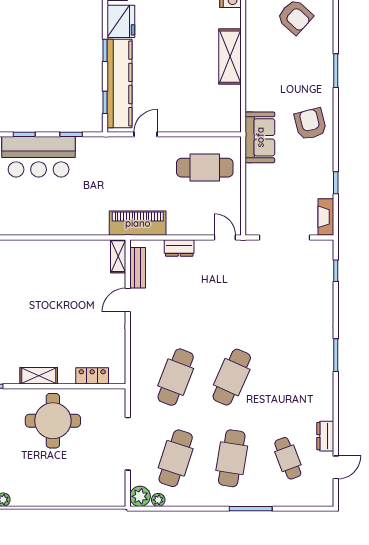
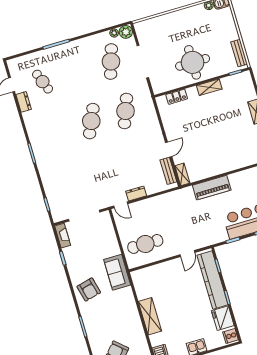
piano: (138, 223) -> (212, 188), moved
dresser: (179, 248) -> (136, 193), moved
cafe table: (232, 458) -> (77, 72), removed

